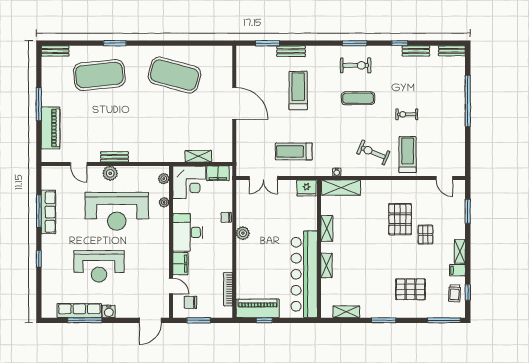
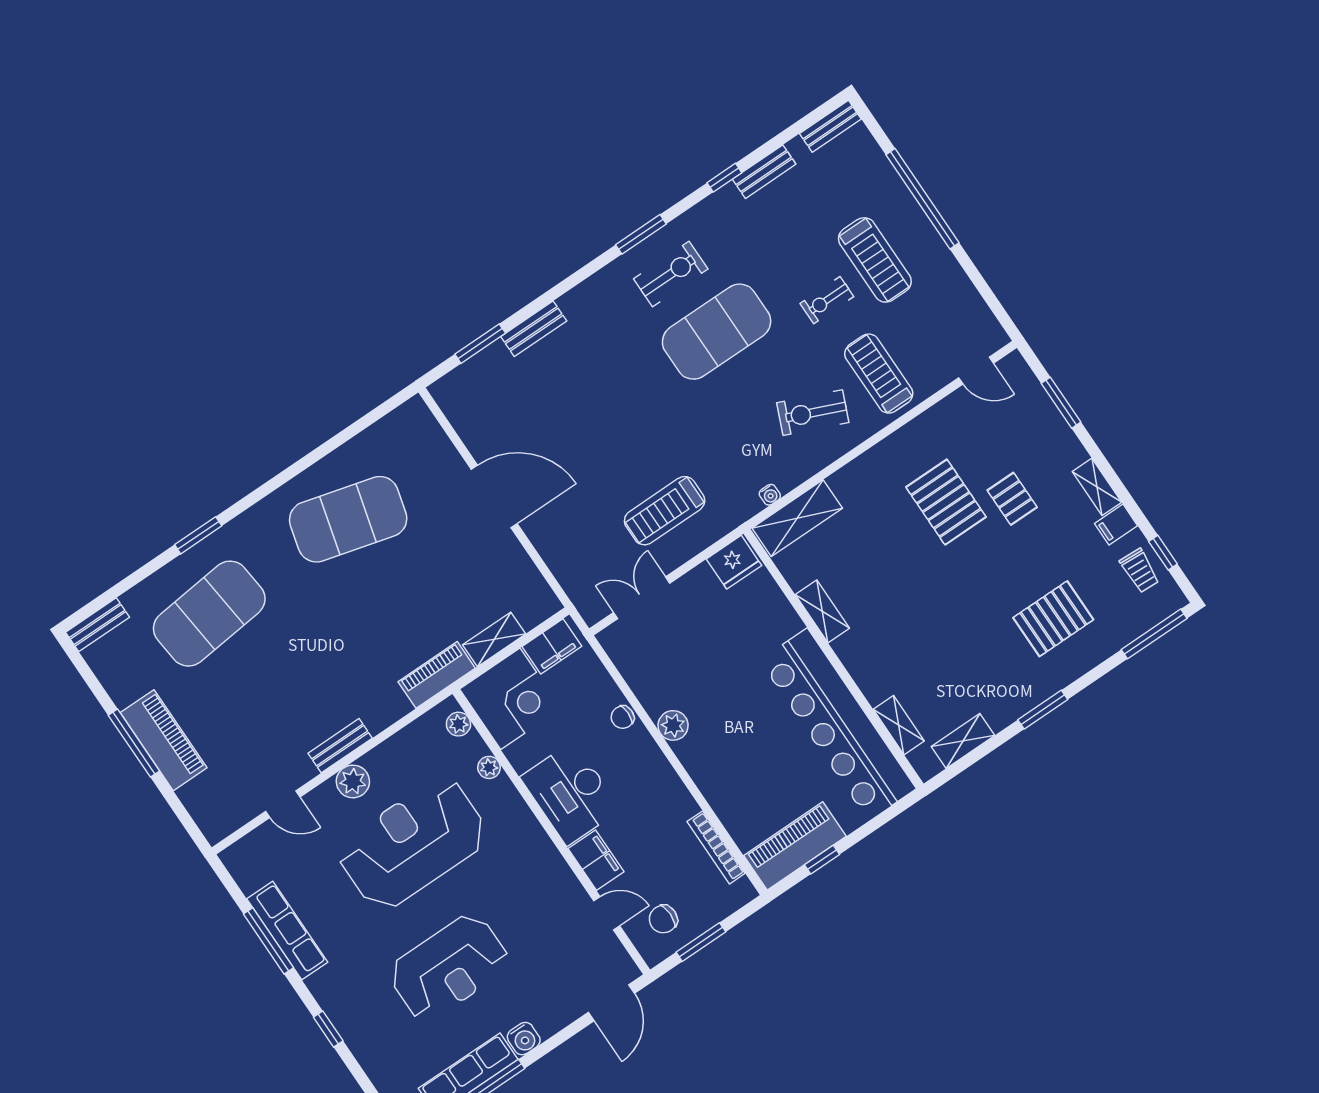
treadmill: (298, 90) -> (875, 260), moved, turned 180
exercise mat: (358, 98) -> (717, 332), width x2.00, depth x1.45
piano: (51, 128) -> (164, 740), moved
piano: (168, 155) -> (437, 675), added
double door: (263, 178) -> (642, 598), swing flipped
reception desk: (117, 211) -> (413, 843), turned 180
shelving: (327, 265) -> (899, 725), moved

